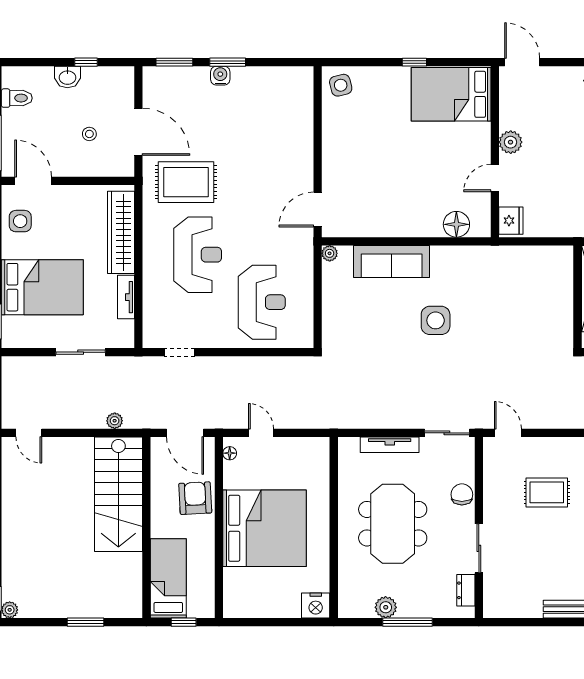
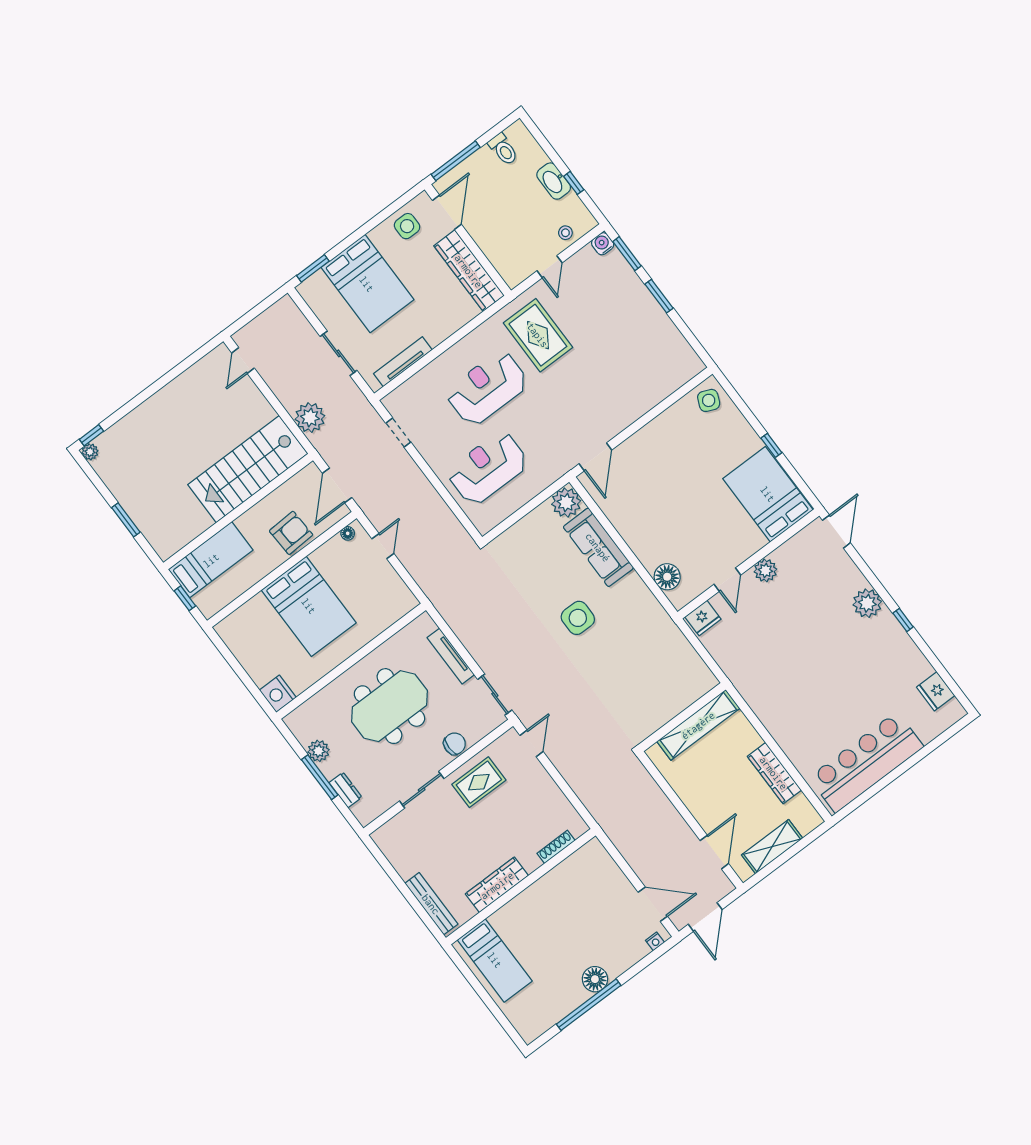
water cooler: (220, 76) -> (603, 244), moved, turned -90
washbasin: (67, 77) -> (554, 181), width x1.38
side table: (341, 85) -> (709, 400), turned 37
door: (138, 132) -> (550, 267), width x0.53
stool: (89, 134) -> (565, 233), moved
door: (495, 178) -> (727, 580), swing flipped
door: (318, 210) -> (595, 457), swing flipped
wardrobe: (121, 232) -> (469, 271), moved, turned -90
plant: (330, 253) -> (566, 503), width x1.88, depth x1.88
reception desk: (198, 255) -> (487, 388), turned 180
tv unit: (126, 297) -> (403, 362), width x1.41
reception desk: (262, 302) -> (488, 468), turned 180
plant: (115, 421) -> (310, 418), width x1.87, depth x1.87
rug: (547, 492) -> (479, 782), moved, turned 90
bed: (265, 528) -> (309, 606), width x0.73
dresser: (466, 590) -> (346, 790), moved, turned 90

